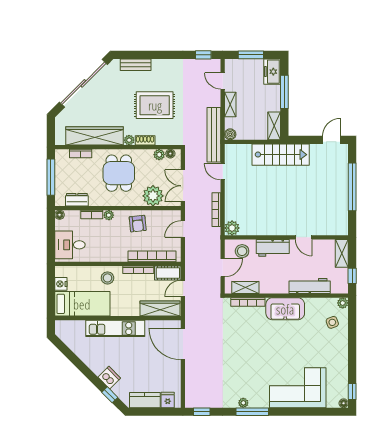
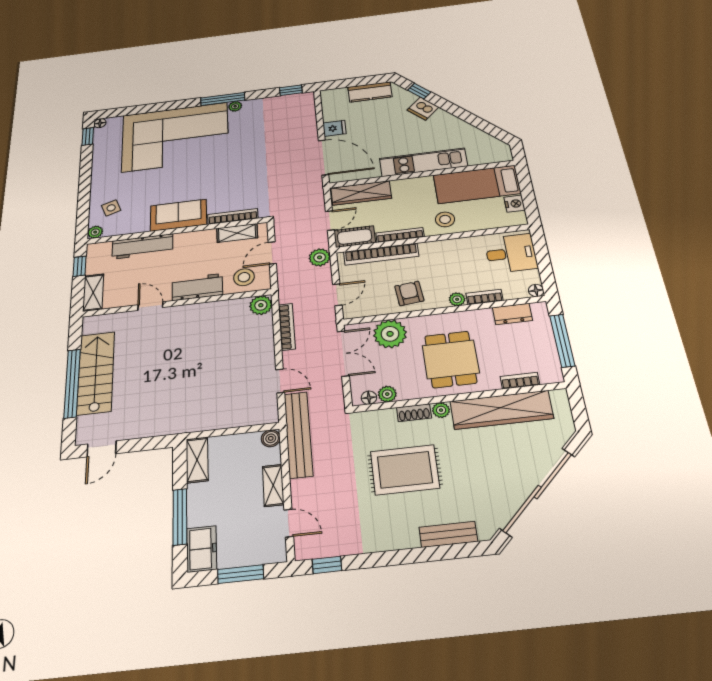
stairs: (281, 155) -> (96, 373), moved, turned 90
plant: (192, 260) -> (320, 257), added
corner sofa: (298, 388) -> (175, 137), width x1.36, depth x1.36
fridge: (168, 400) -> (334, 128), moved, turned -90

